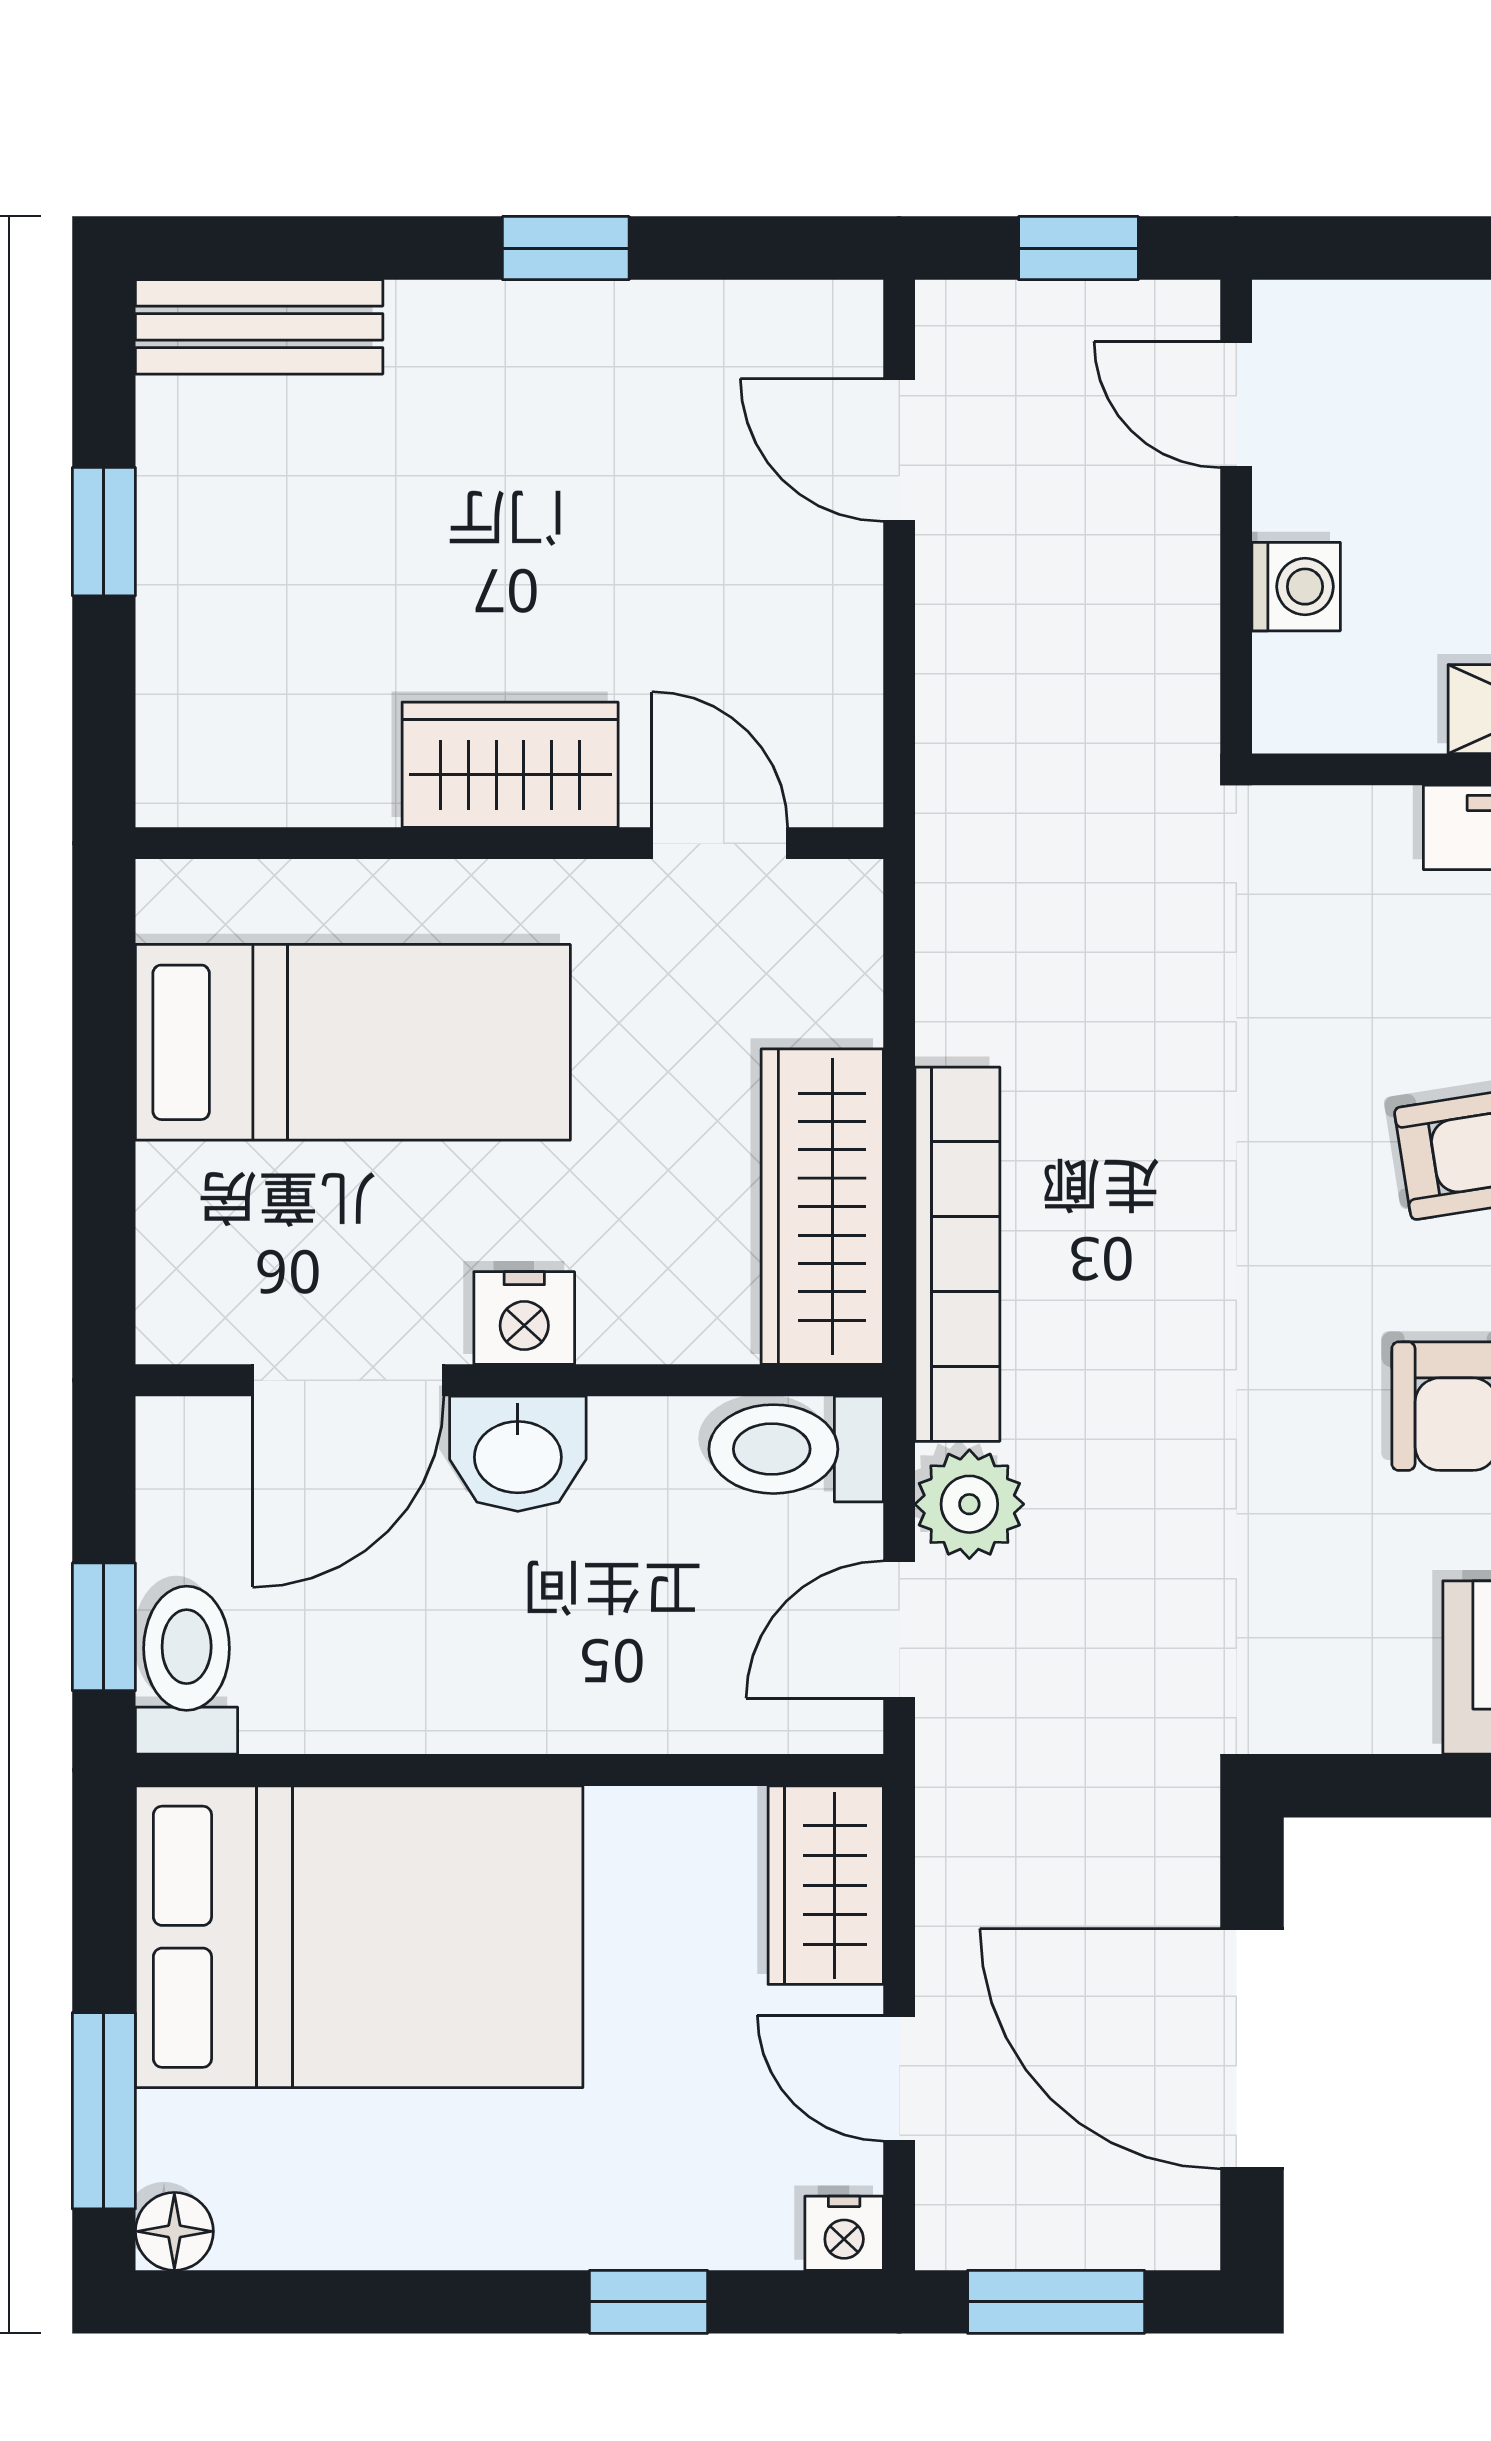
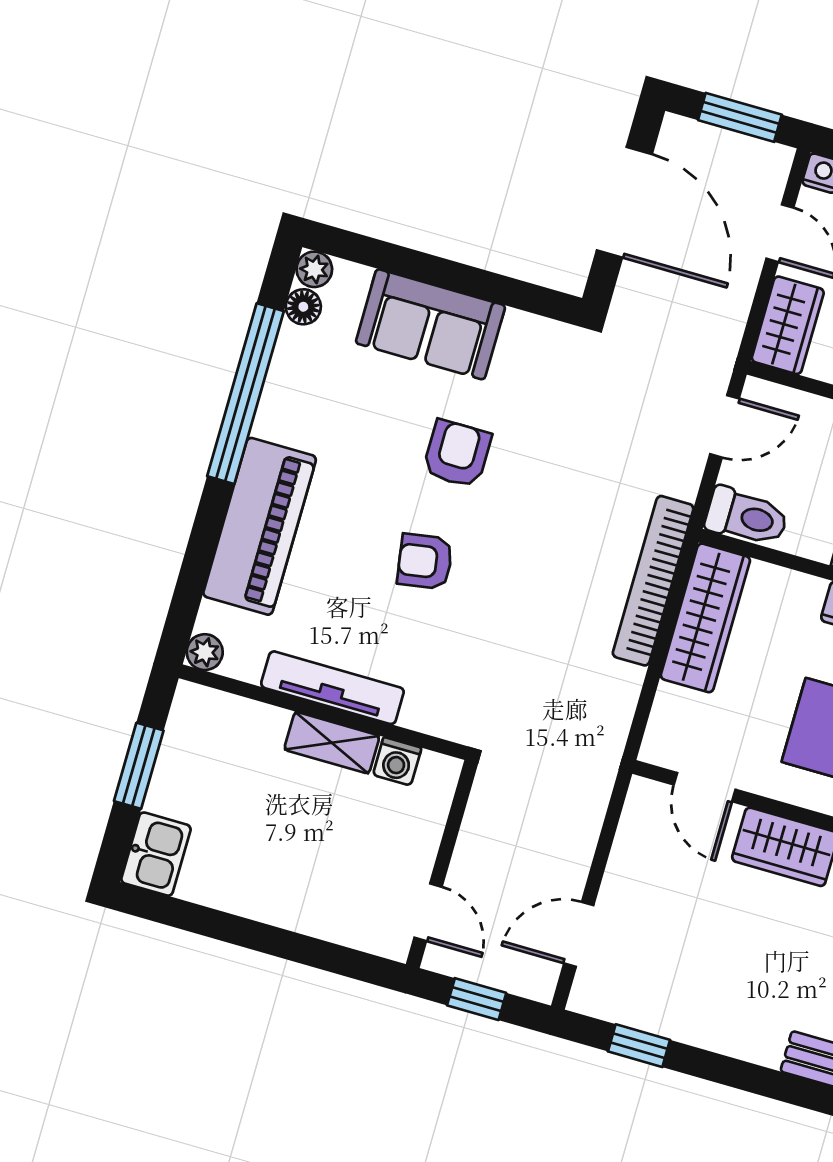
window: (566, 248) -> (639, 1046), moved
door: (899, 450) -> (579, 934), swing flipped
washing machine: (1296, 587) -> (397, 761), moved, turned -90
plant: (969, 1504) -> (679, 472), removed

